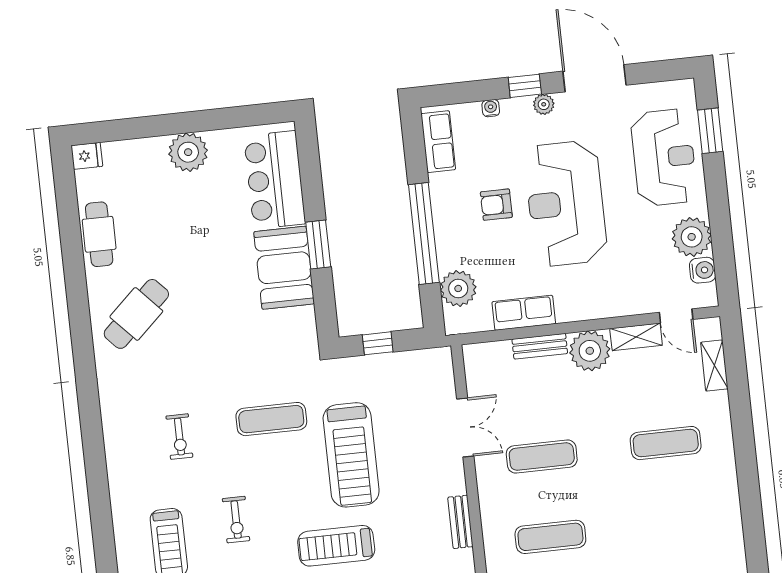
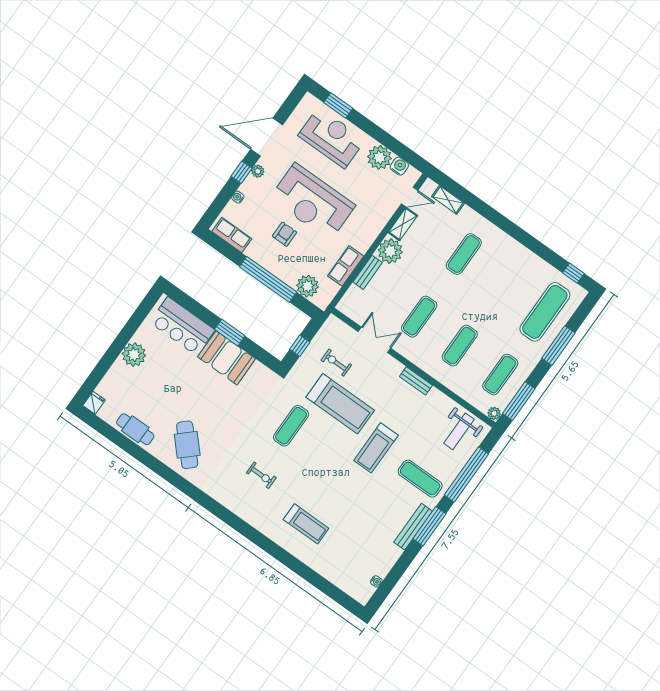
armchair: (496, 205) -> (285, 234), turned 180
exercise bike: (236, 520) -> (336, 363), moved, turned 180

